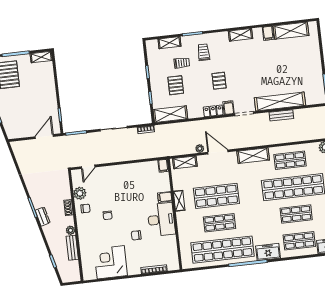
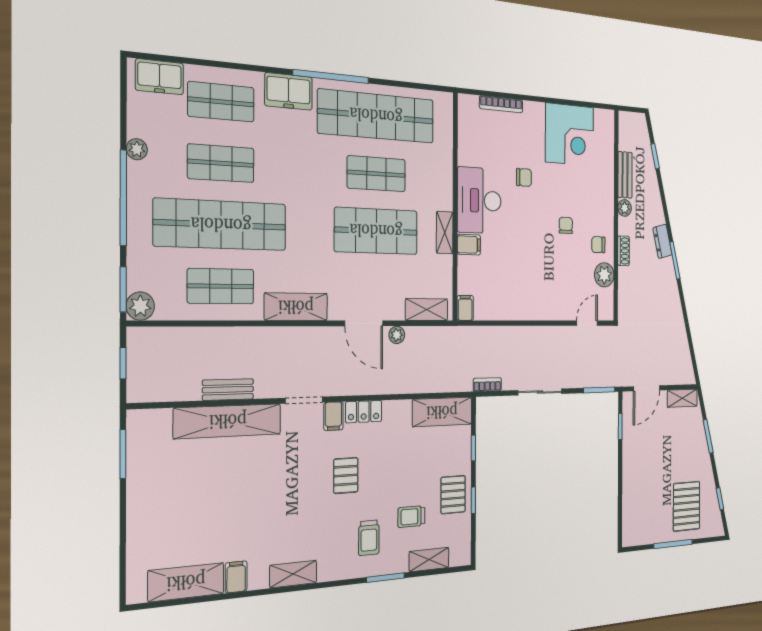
shelving: (41, 57) -> (682, 398), moved
pallet: (176, 85) -> (453, 495), moved

